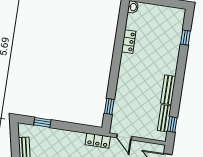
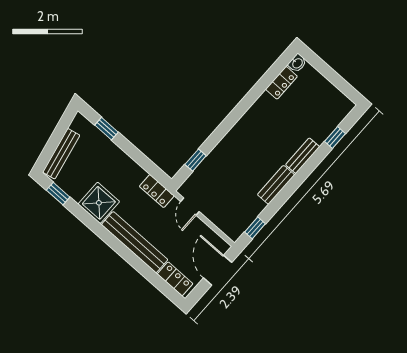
locker: (129, 42) -> (281, 83), moved
bench: (164, 118) -> (303, 156), moved

